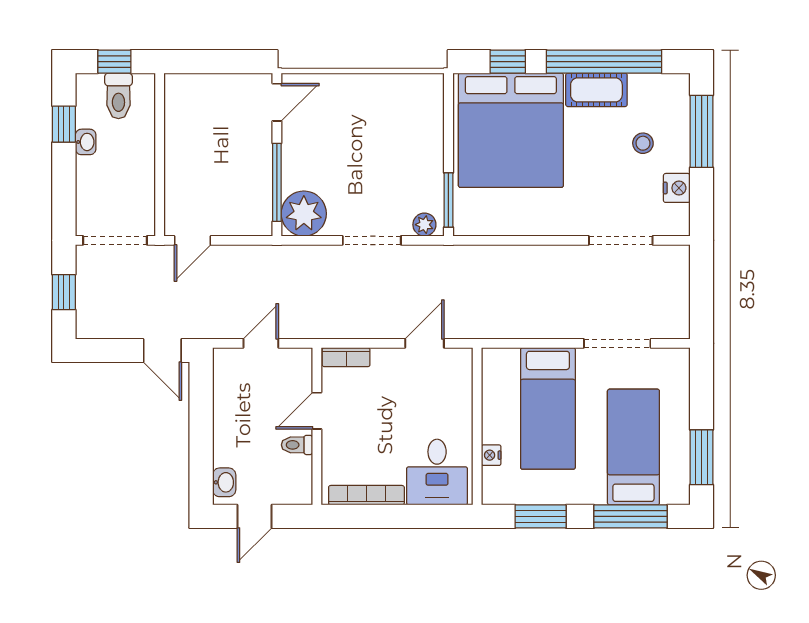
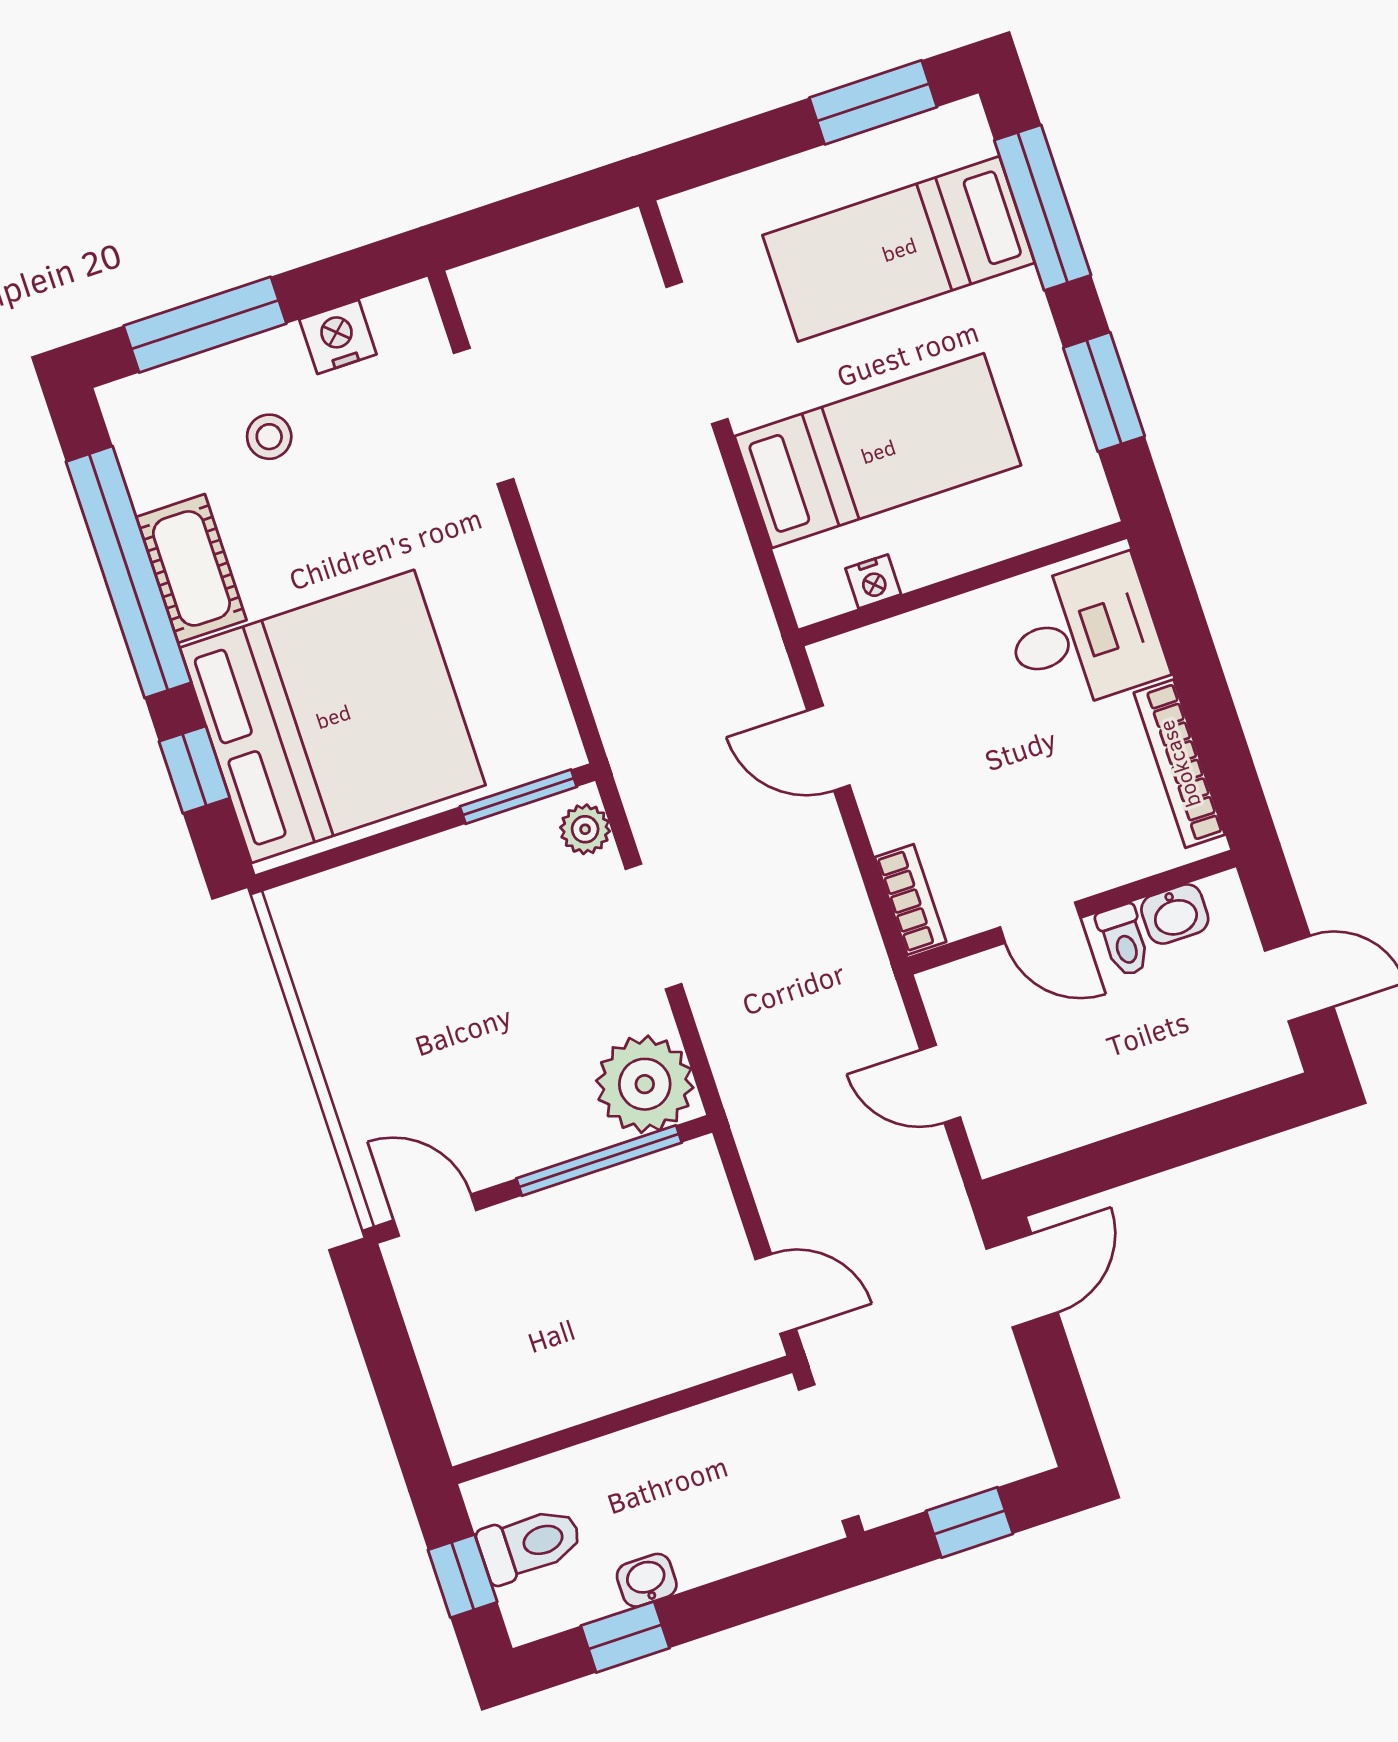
nightstand: (491, 455) -> (873, 581), moved
washbasin: (224, 482) -> (1175, 914), moved, turned 180

